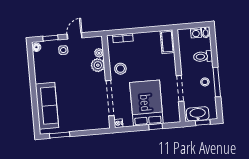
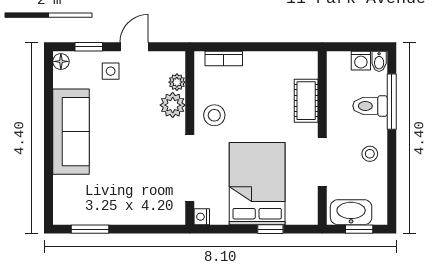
cot: (167, 42) -> (306, 101), moved
window: (217, 82) -> (392, 102), moved
sofa: (47, 106) -> (71, 132), moved

